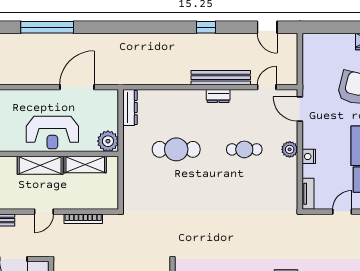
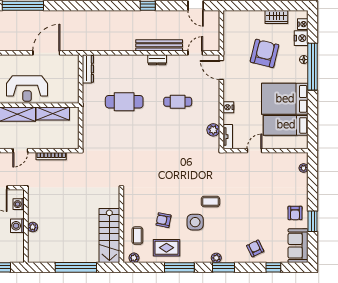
plant: (108, 141) -> (71, 95), removed
plant: (290, 149) -> (213, 130), moved

